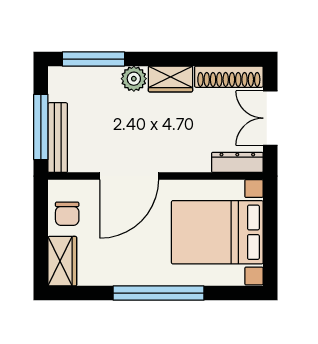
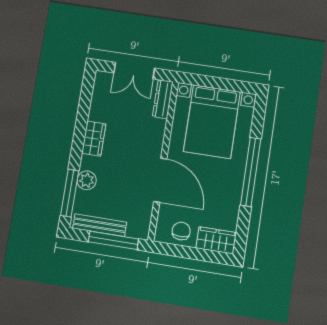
shoe rack: (229, 77) -> (99, 96), removed
plant: (134, 79) -> (87, 180), moved
bench: (58, 138) -> (100, 225), moved
chair: (67, 214) -> (181, 231), turned -90

